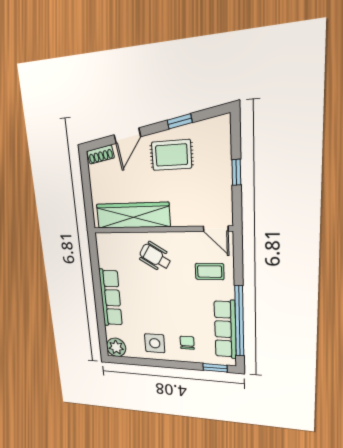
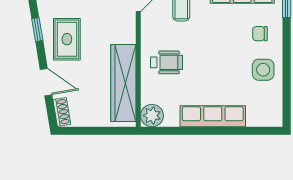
wheelchair: (155, 257) -> (166, 62), turned -122
plant: (116, 347) -> (152, 116), moved

